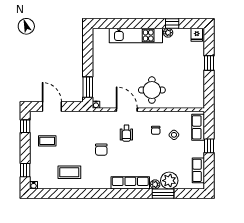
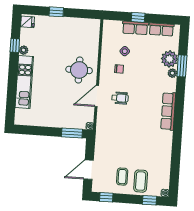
row of seats: (198, 127) -> (135, 28), moved
chair: (101, 150) -> (134, 124), removed
coffee table: (69, 172) -> (141, 181), moved
row of seats: (130, 183) -> (168, 111), moved

